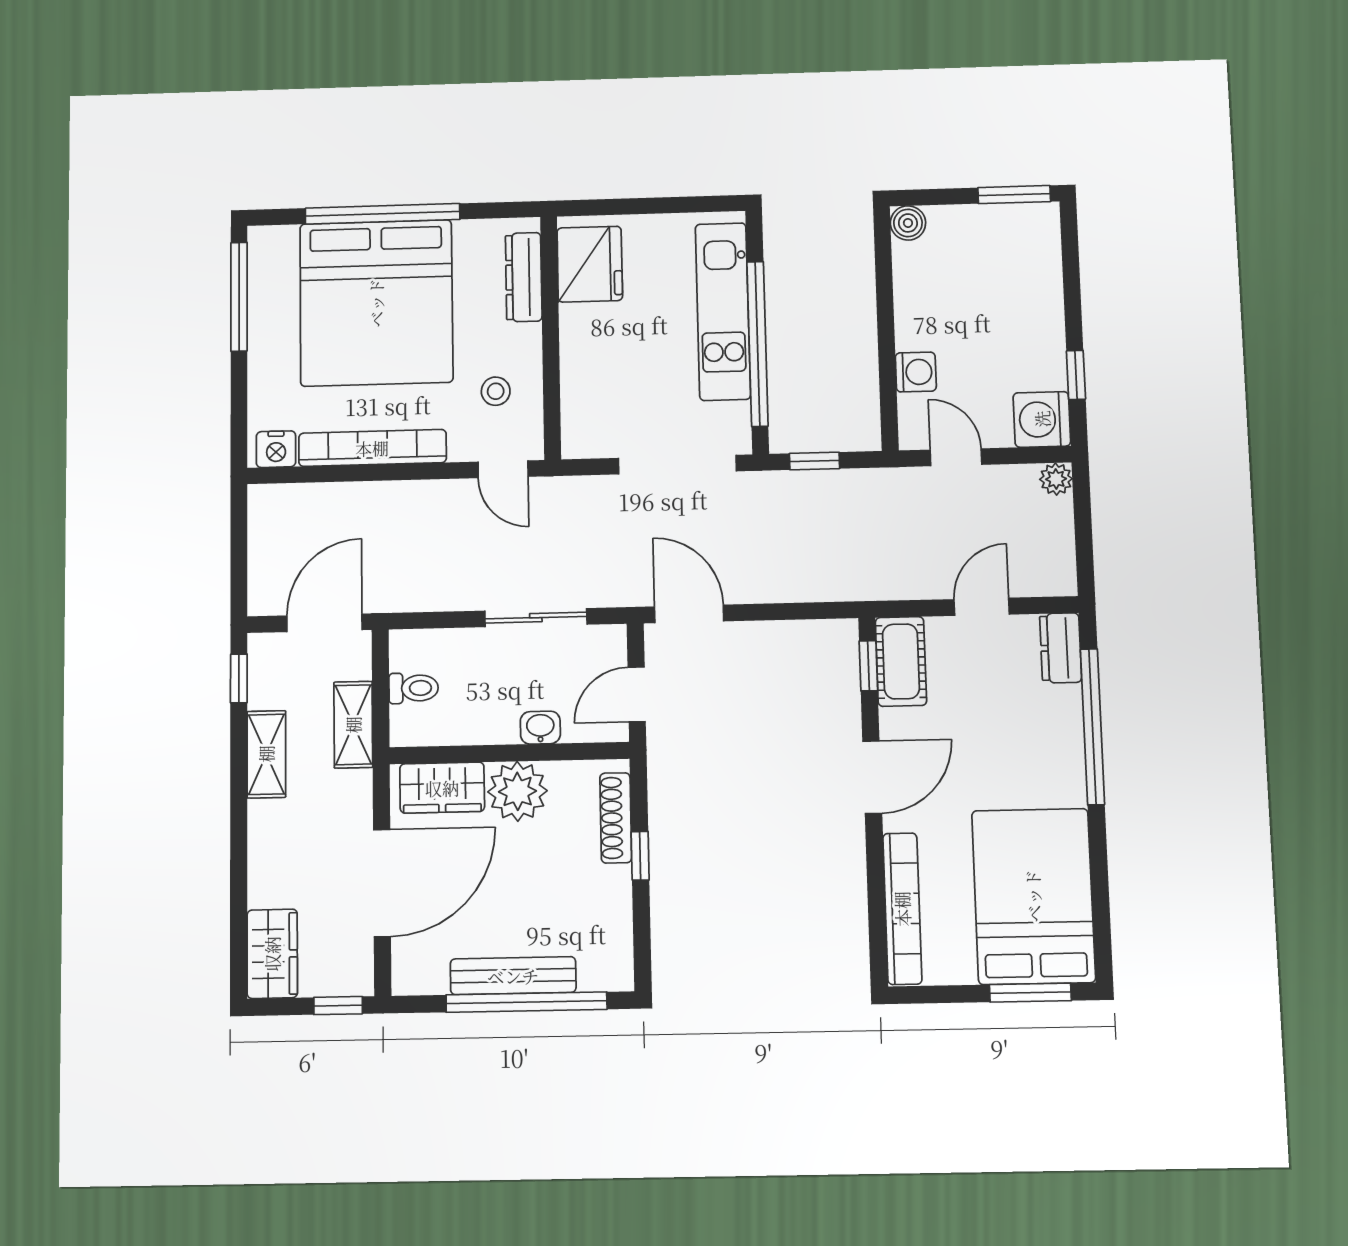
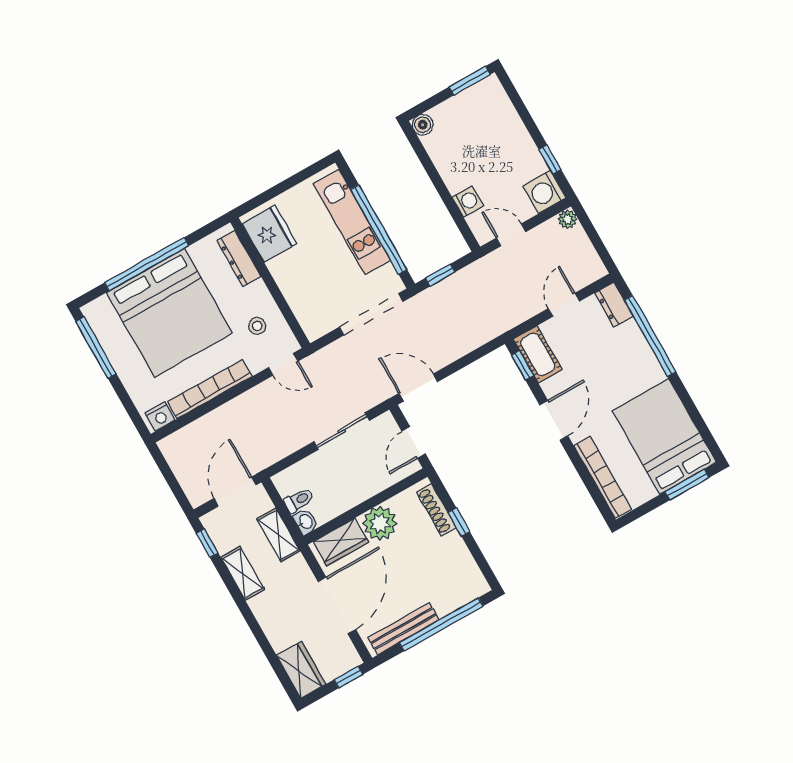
washbasin: (540, 728) -> (305, 522), moved, turned 90
bench: (513, 976) -> (404, 629), moved

